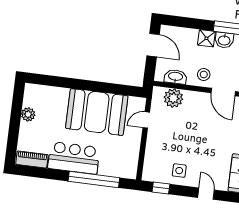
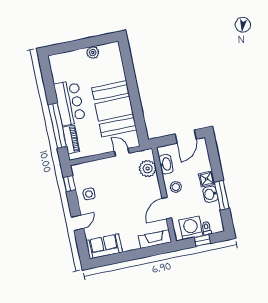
piano: (32, 159) -> (71, 139), moved

